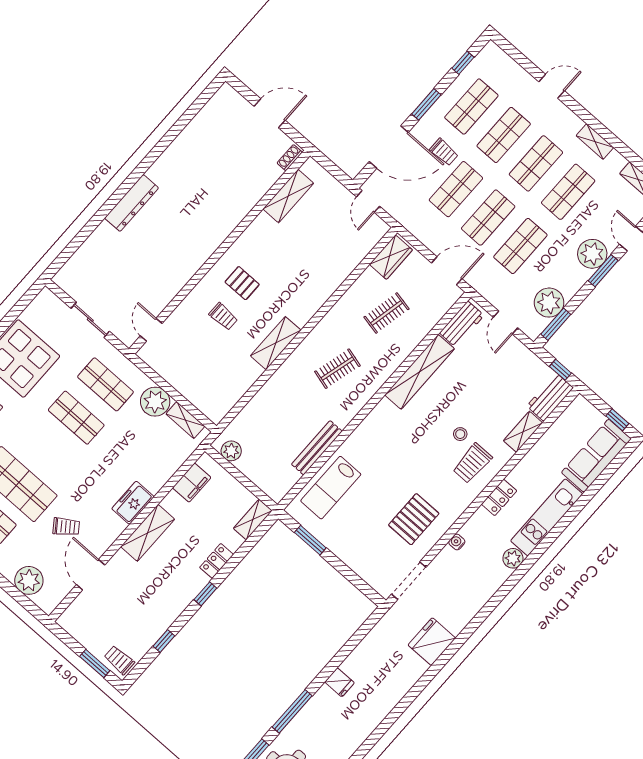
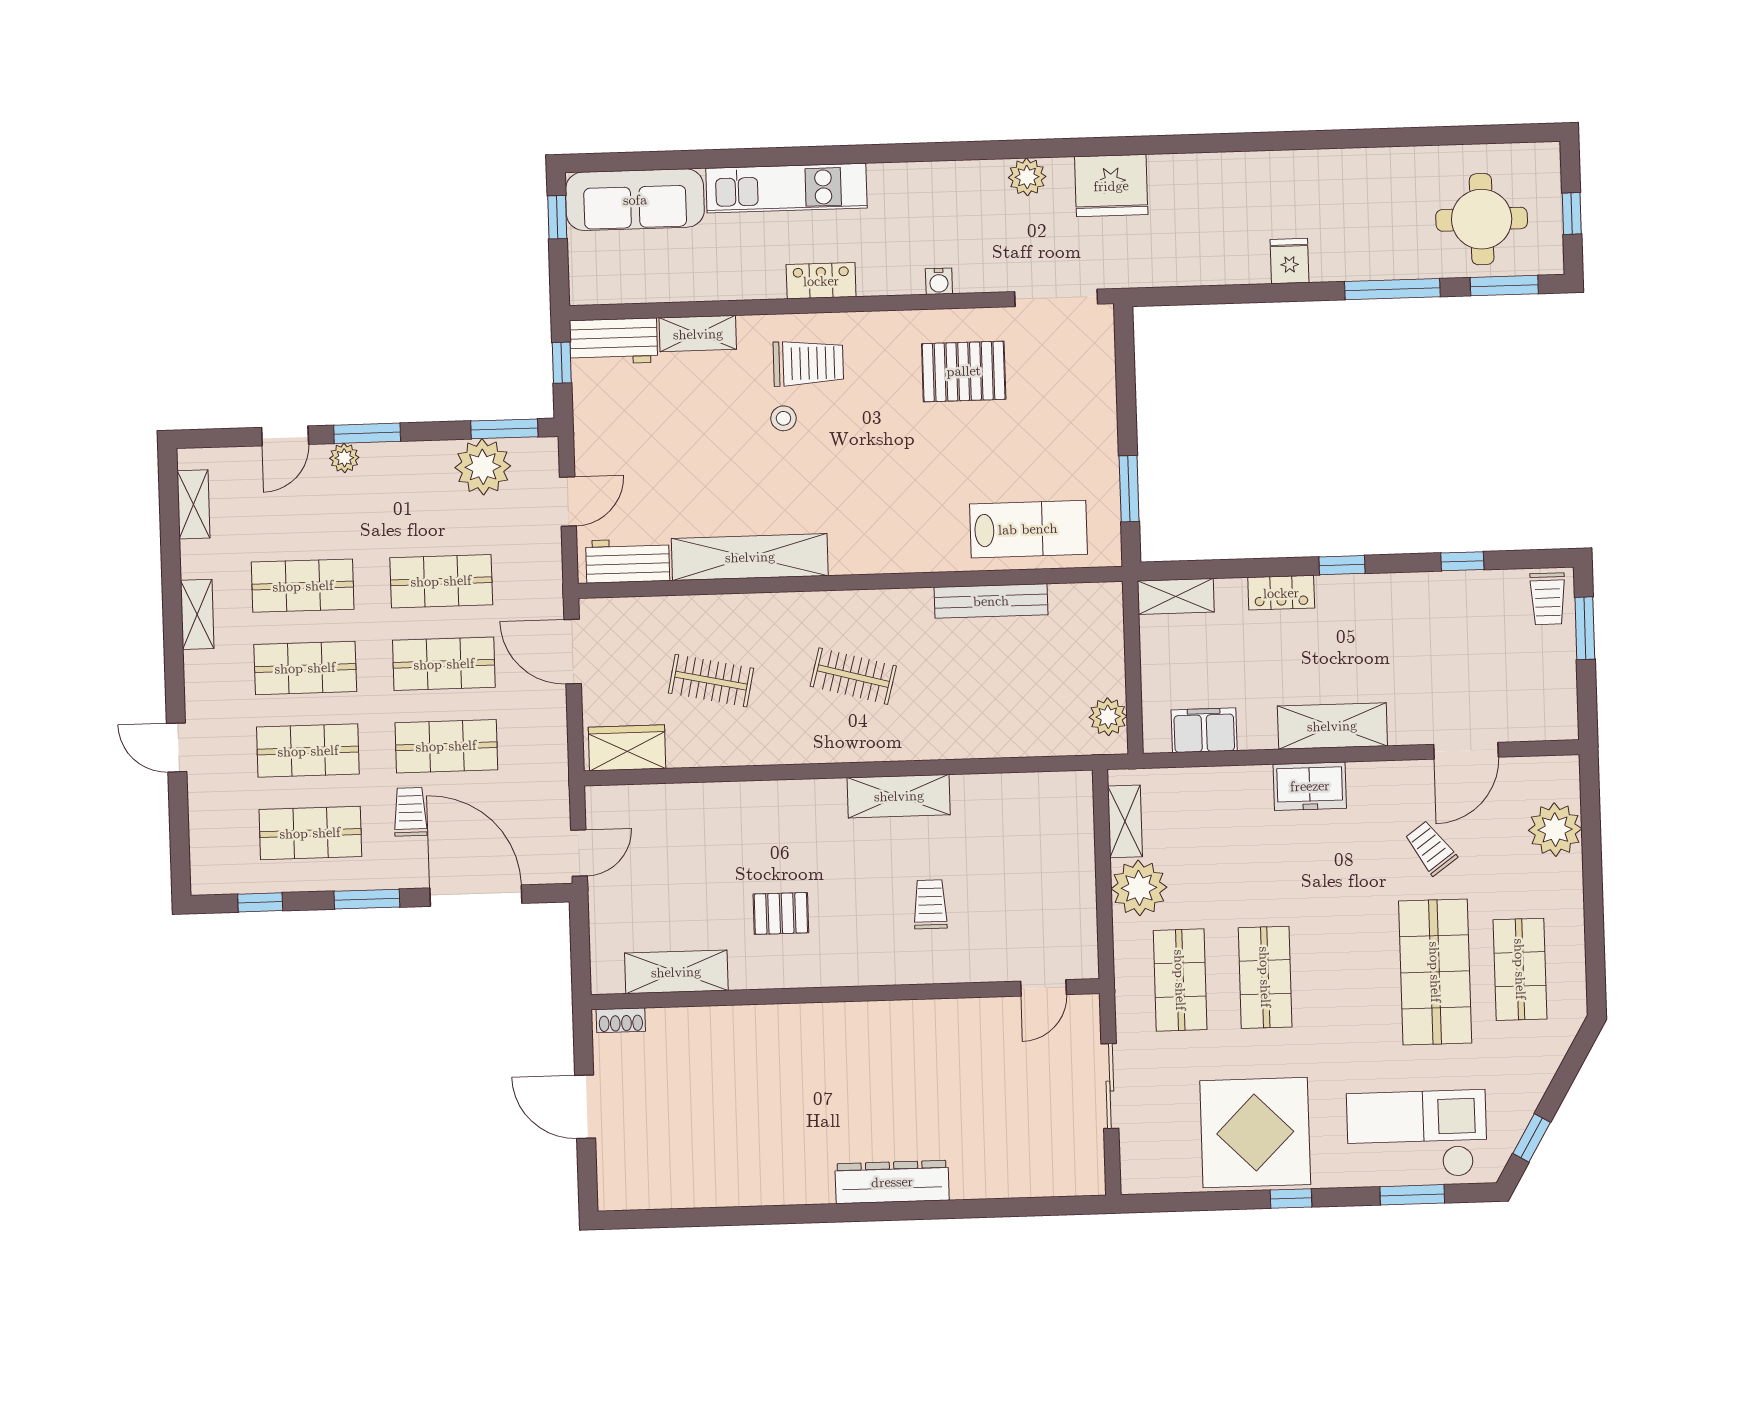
plant: (592, 254) -> (344, 458), width x0.53, depth x0.53
pallet: (242, 283) -> (781, 913), moved, turned 90
plant: (513, 558) -> (1027, 177), moved

